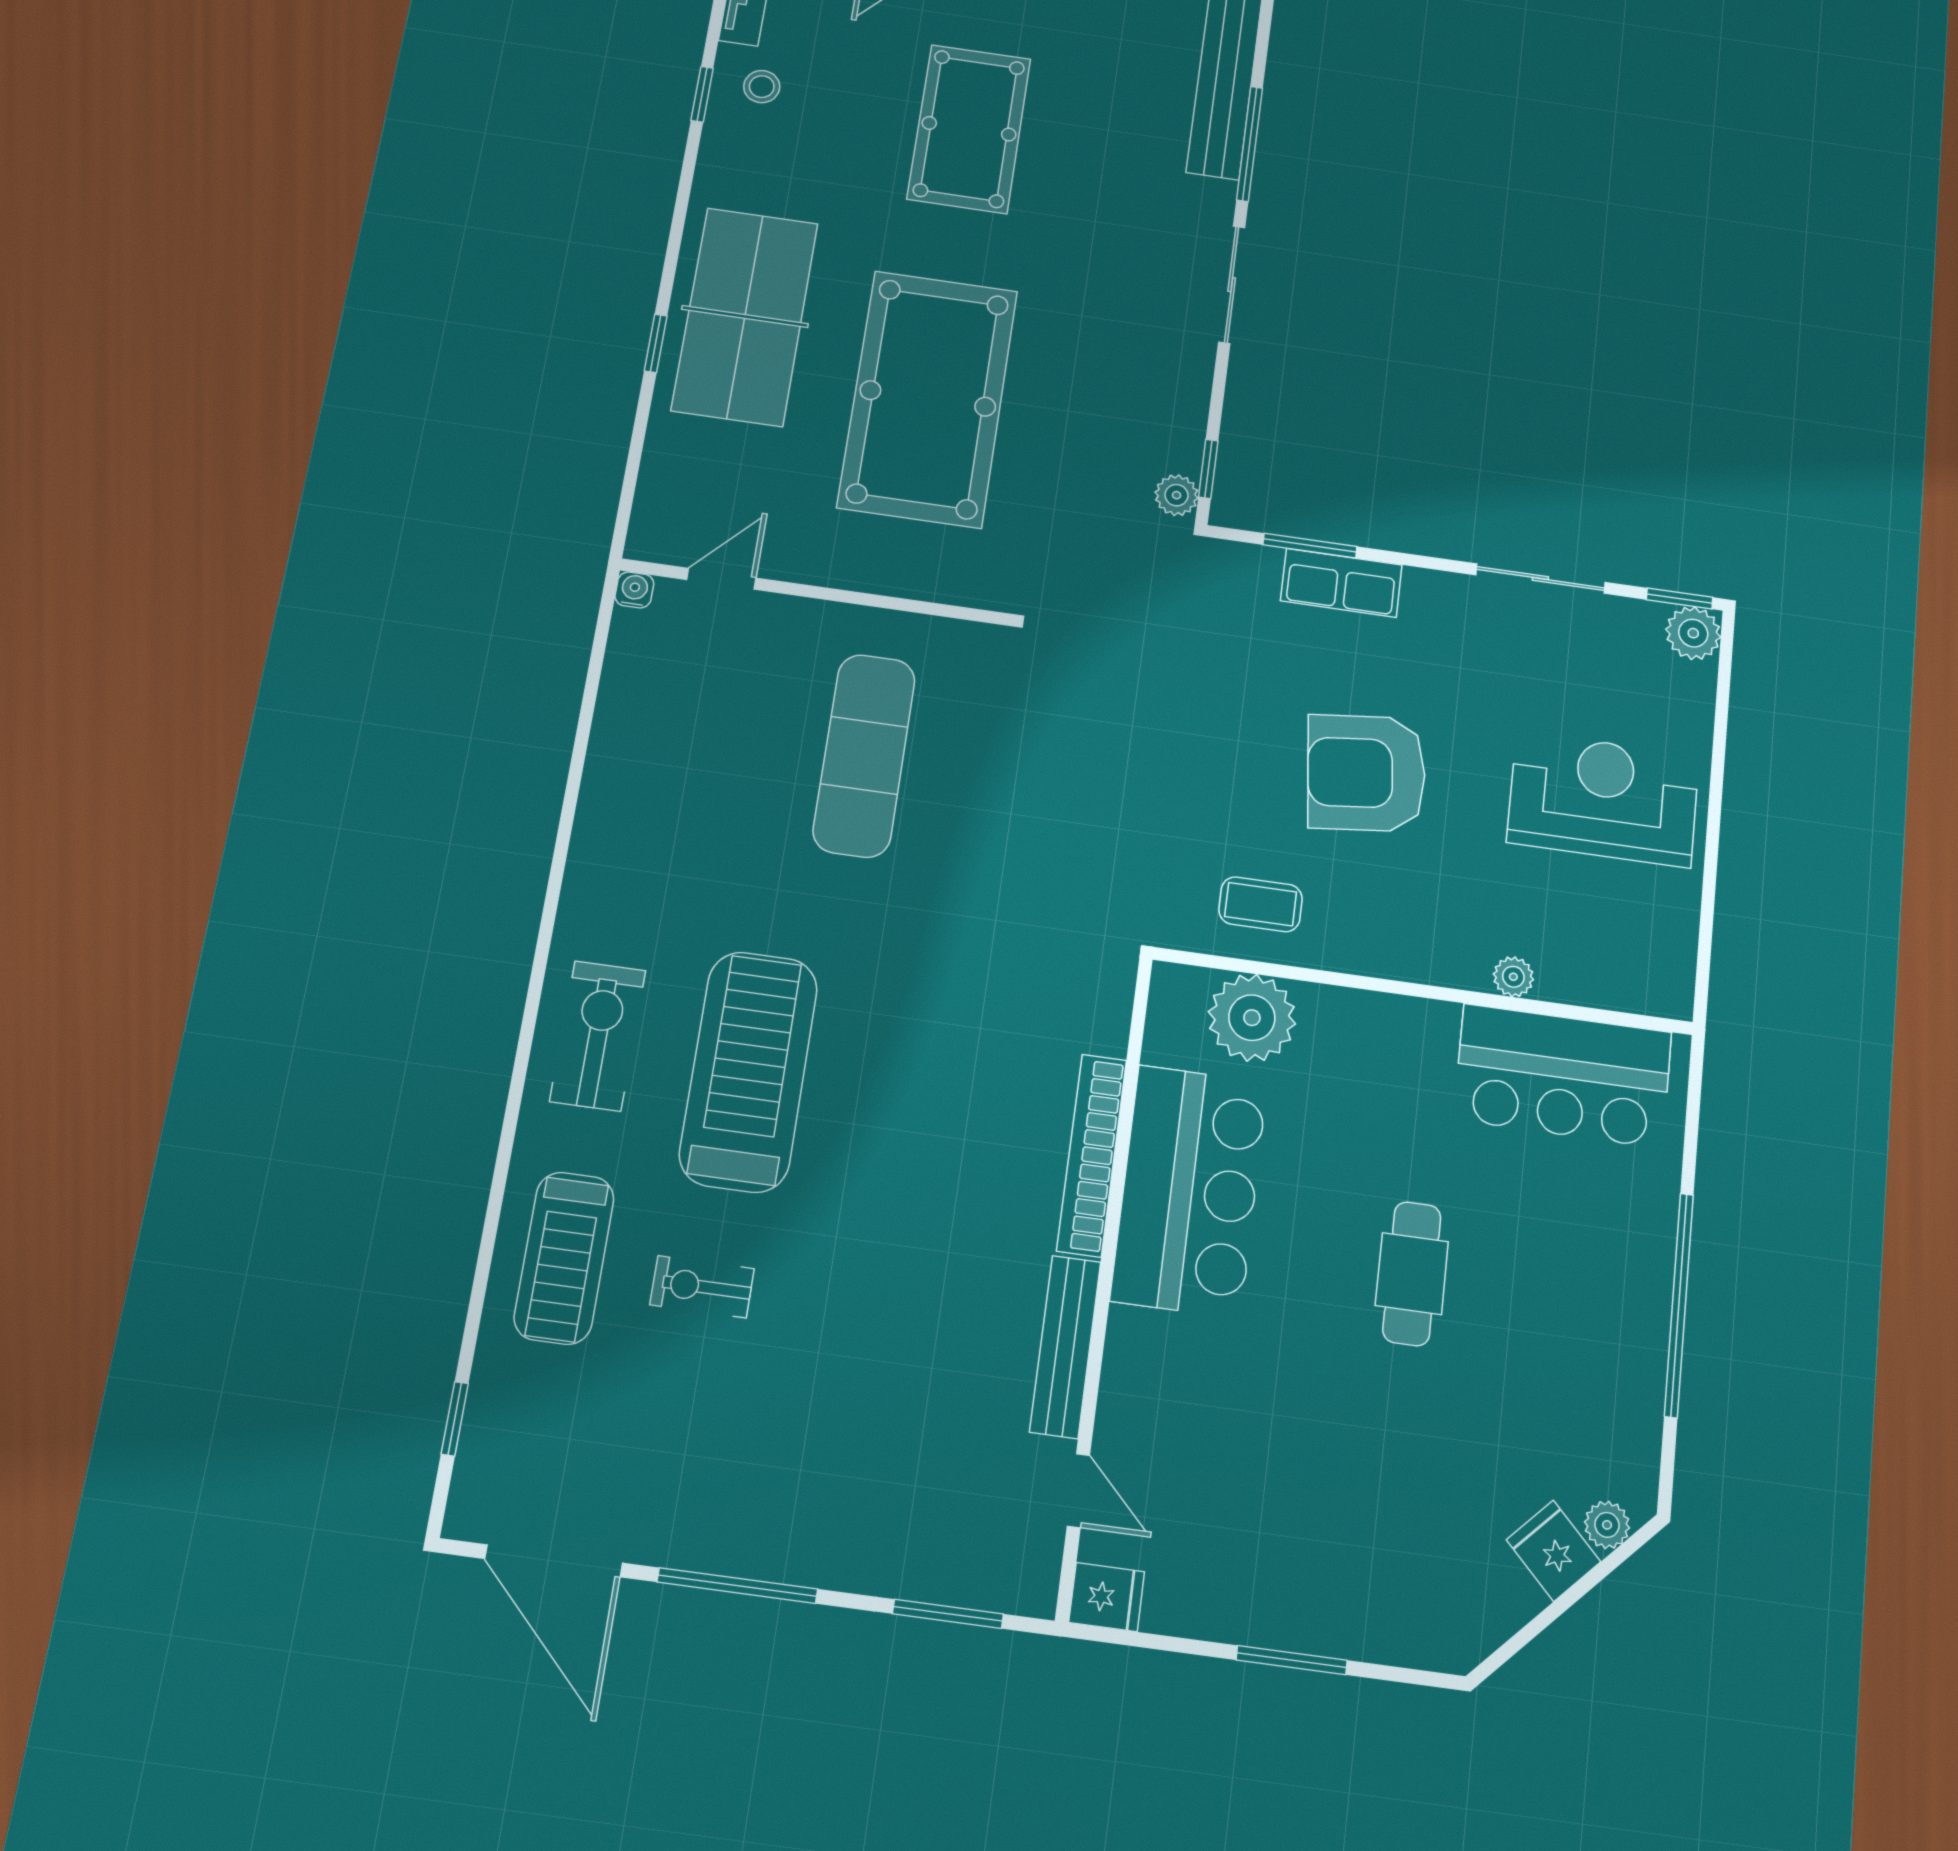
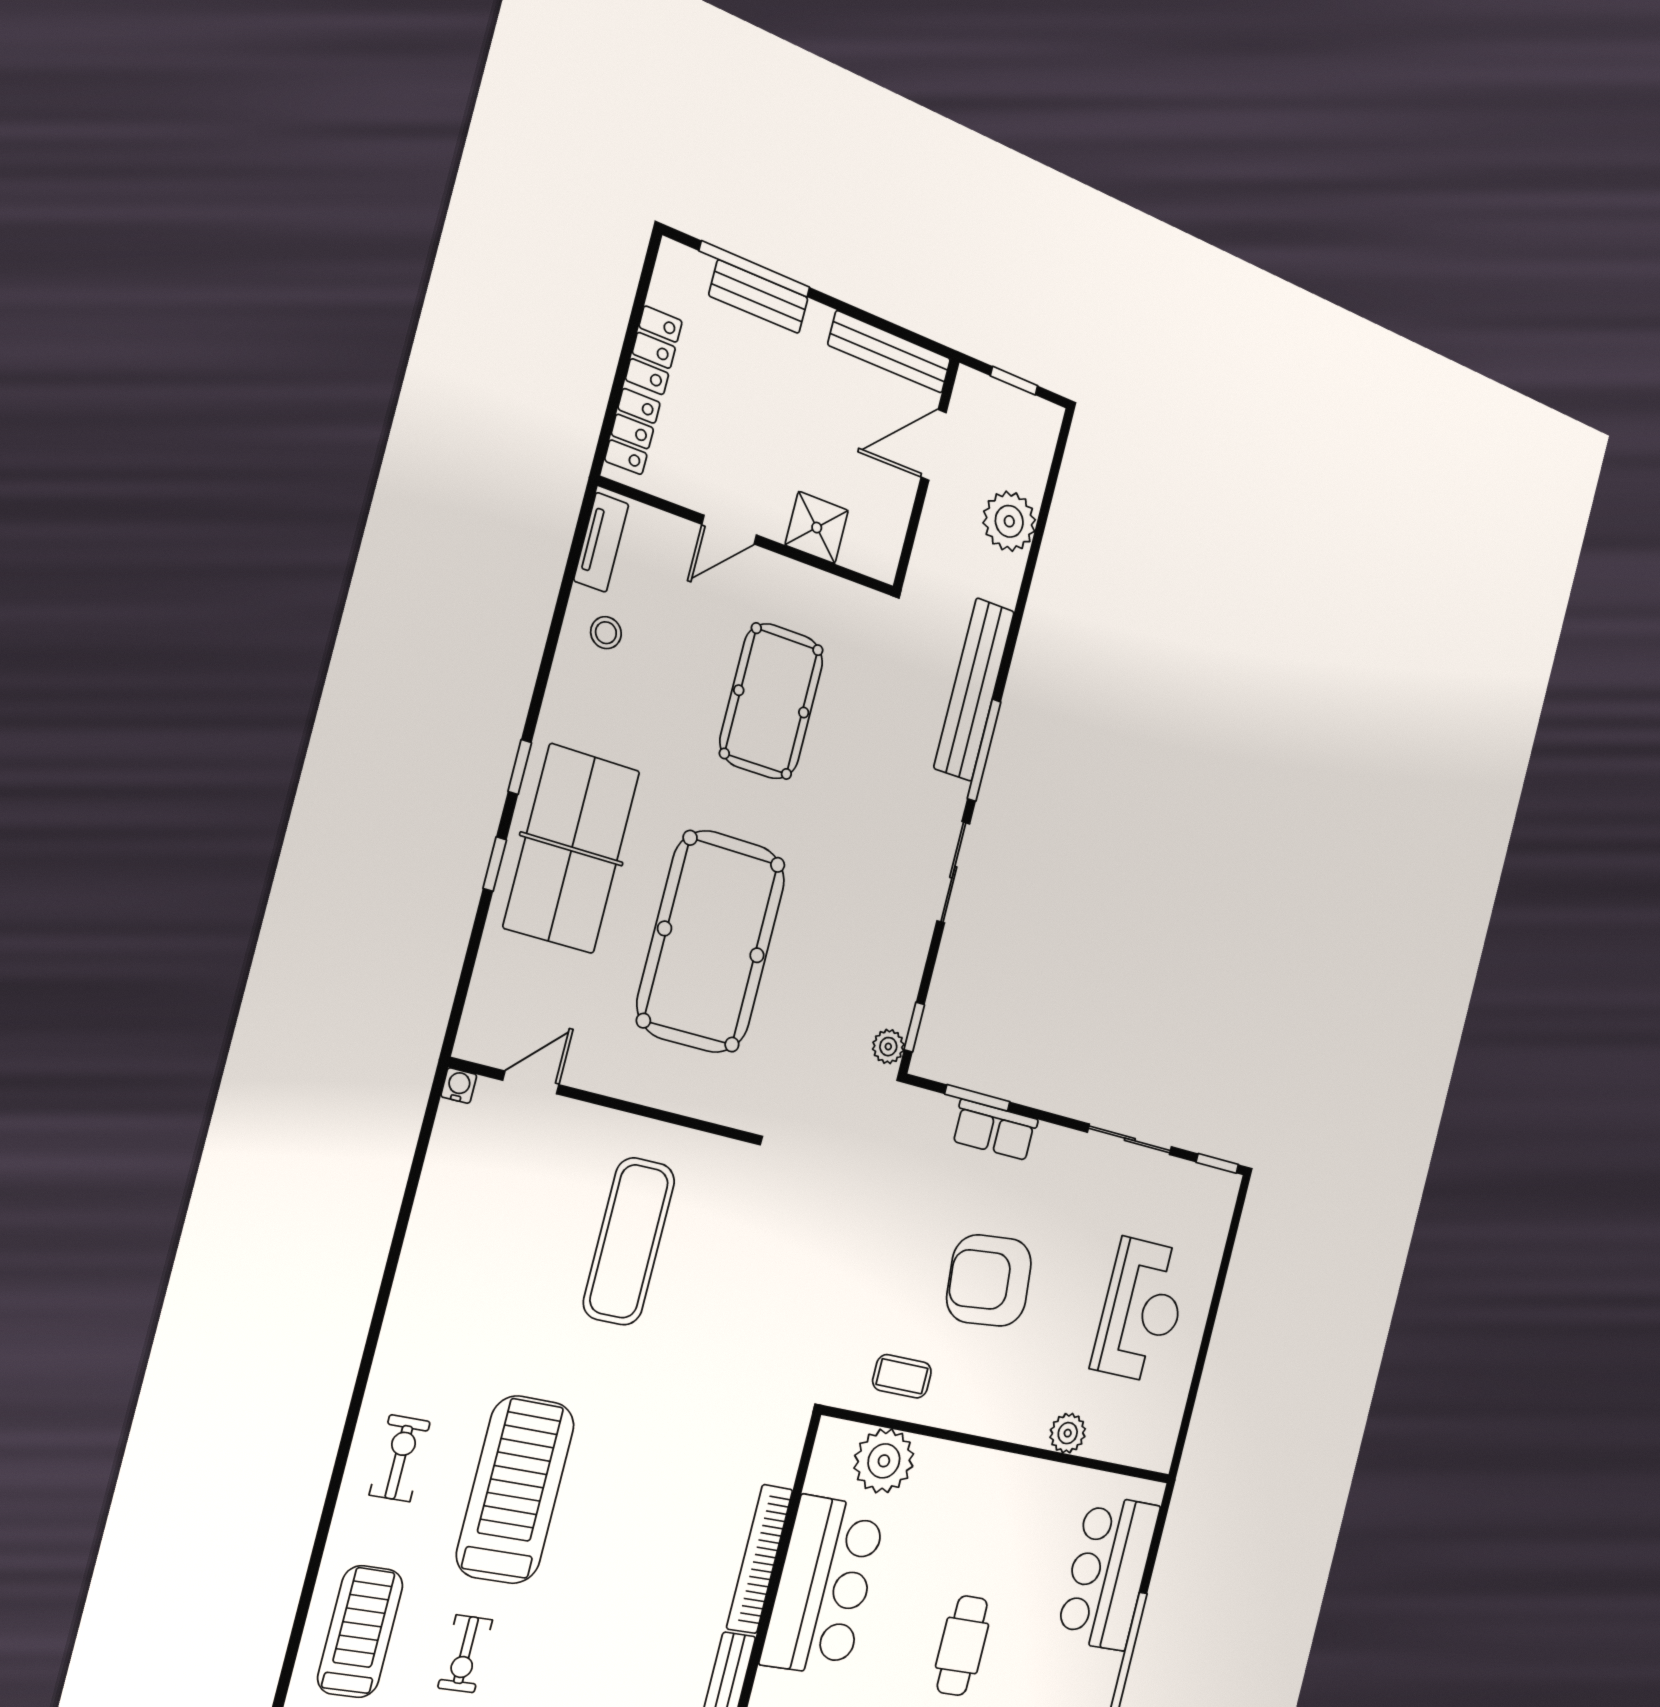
window: (702, 94) -> (520, 767), moved
plant: (1693, 633) -> (1221, 1191), removed
reception desk: (1603, 799) -> (1142, 1310), turned 90
plant: (1513, 977) -> (1068, 1433), width x1.38, depth x1.38
exercise bike: (598, 1036) -> (400, 1458), width x0.73, depth x0.72
bar counter: (1563, 1076) -> (1108, 1573), moved, turned 90
treadmill: (564, 1258) -> (360, 1632), turned 180
exercise bike: (702, 1287) -> (465, 1654), turned -90

